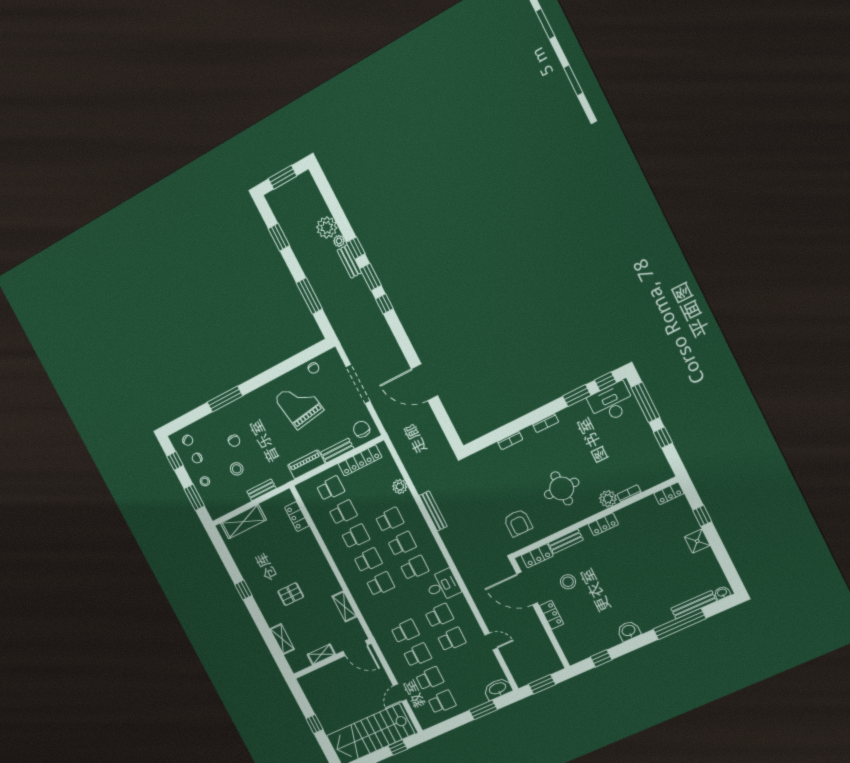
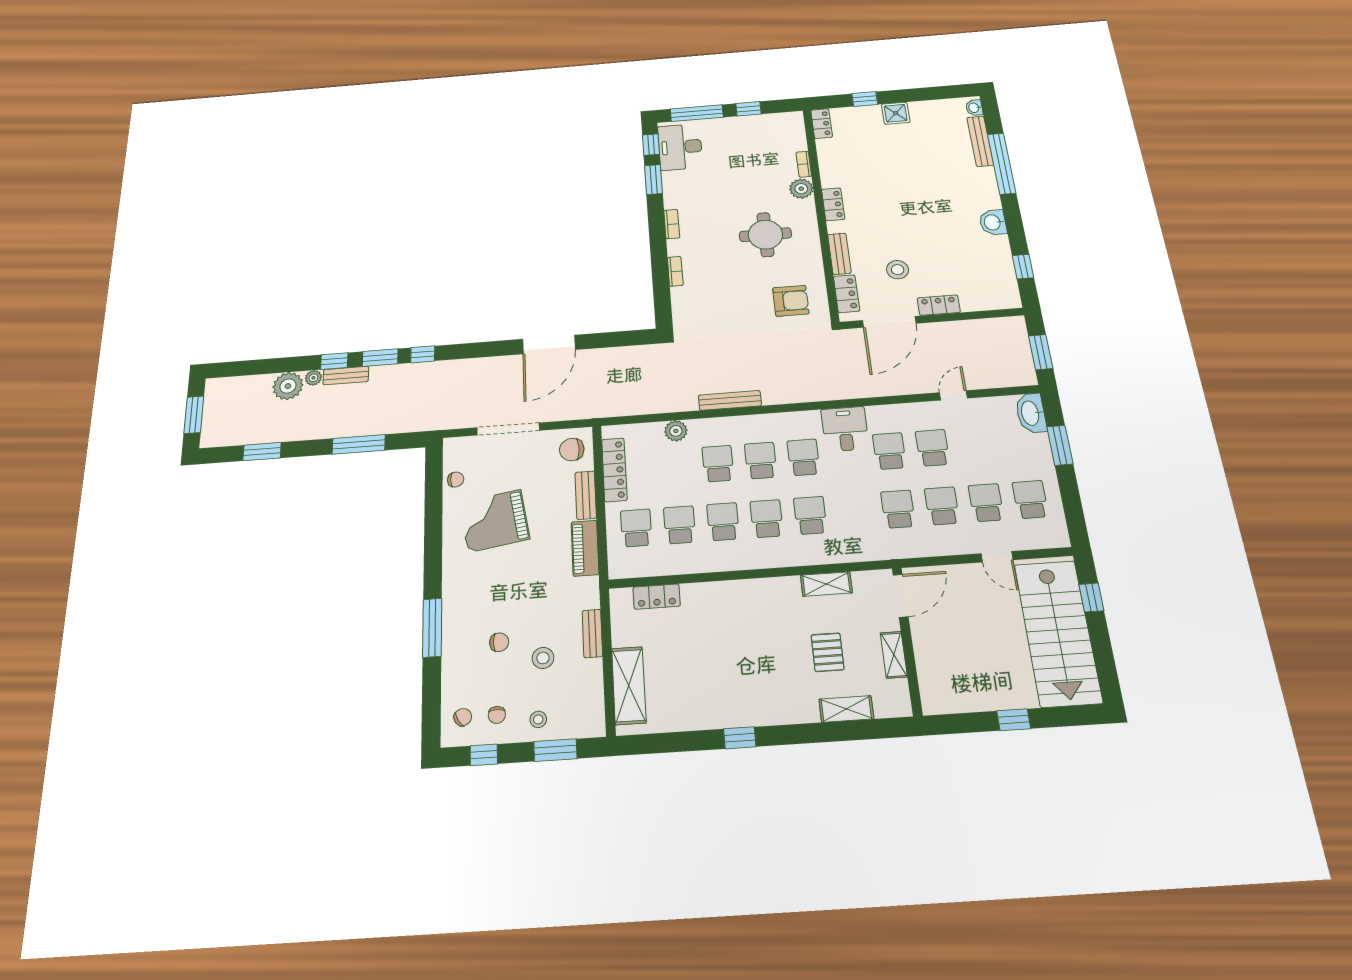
pallet: (291, 594) -> (828, 652), moved

